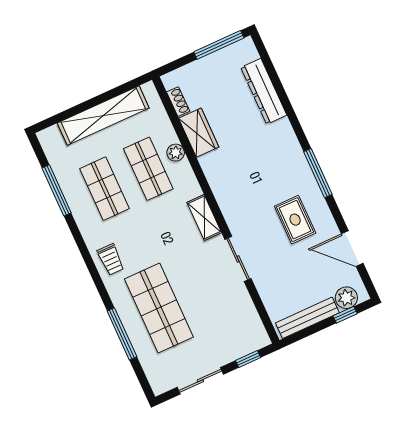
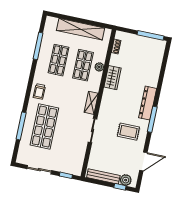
dresser: (264, 91) -> (148, 103), moved
wardrobe: (199, 133) -> (113, 78), moved
rug: (295, 220) -> (128, 132), turned 90
door: (352, 249) -> (143, 161), swing flipped

